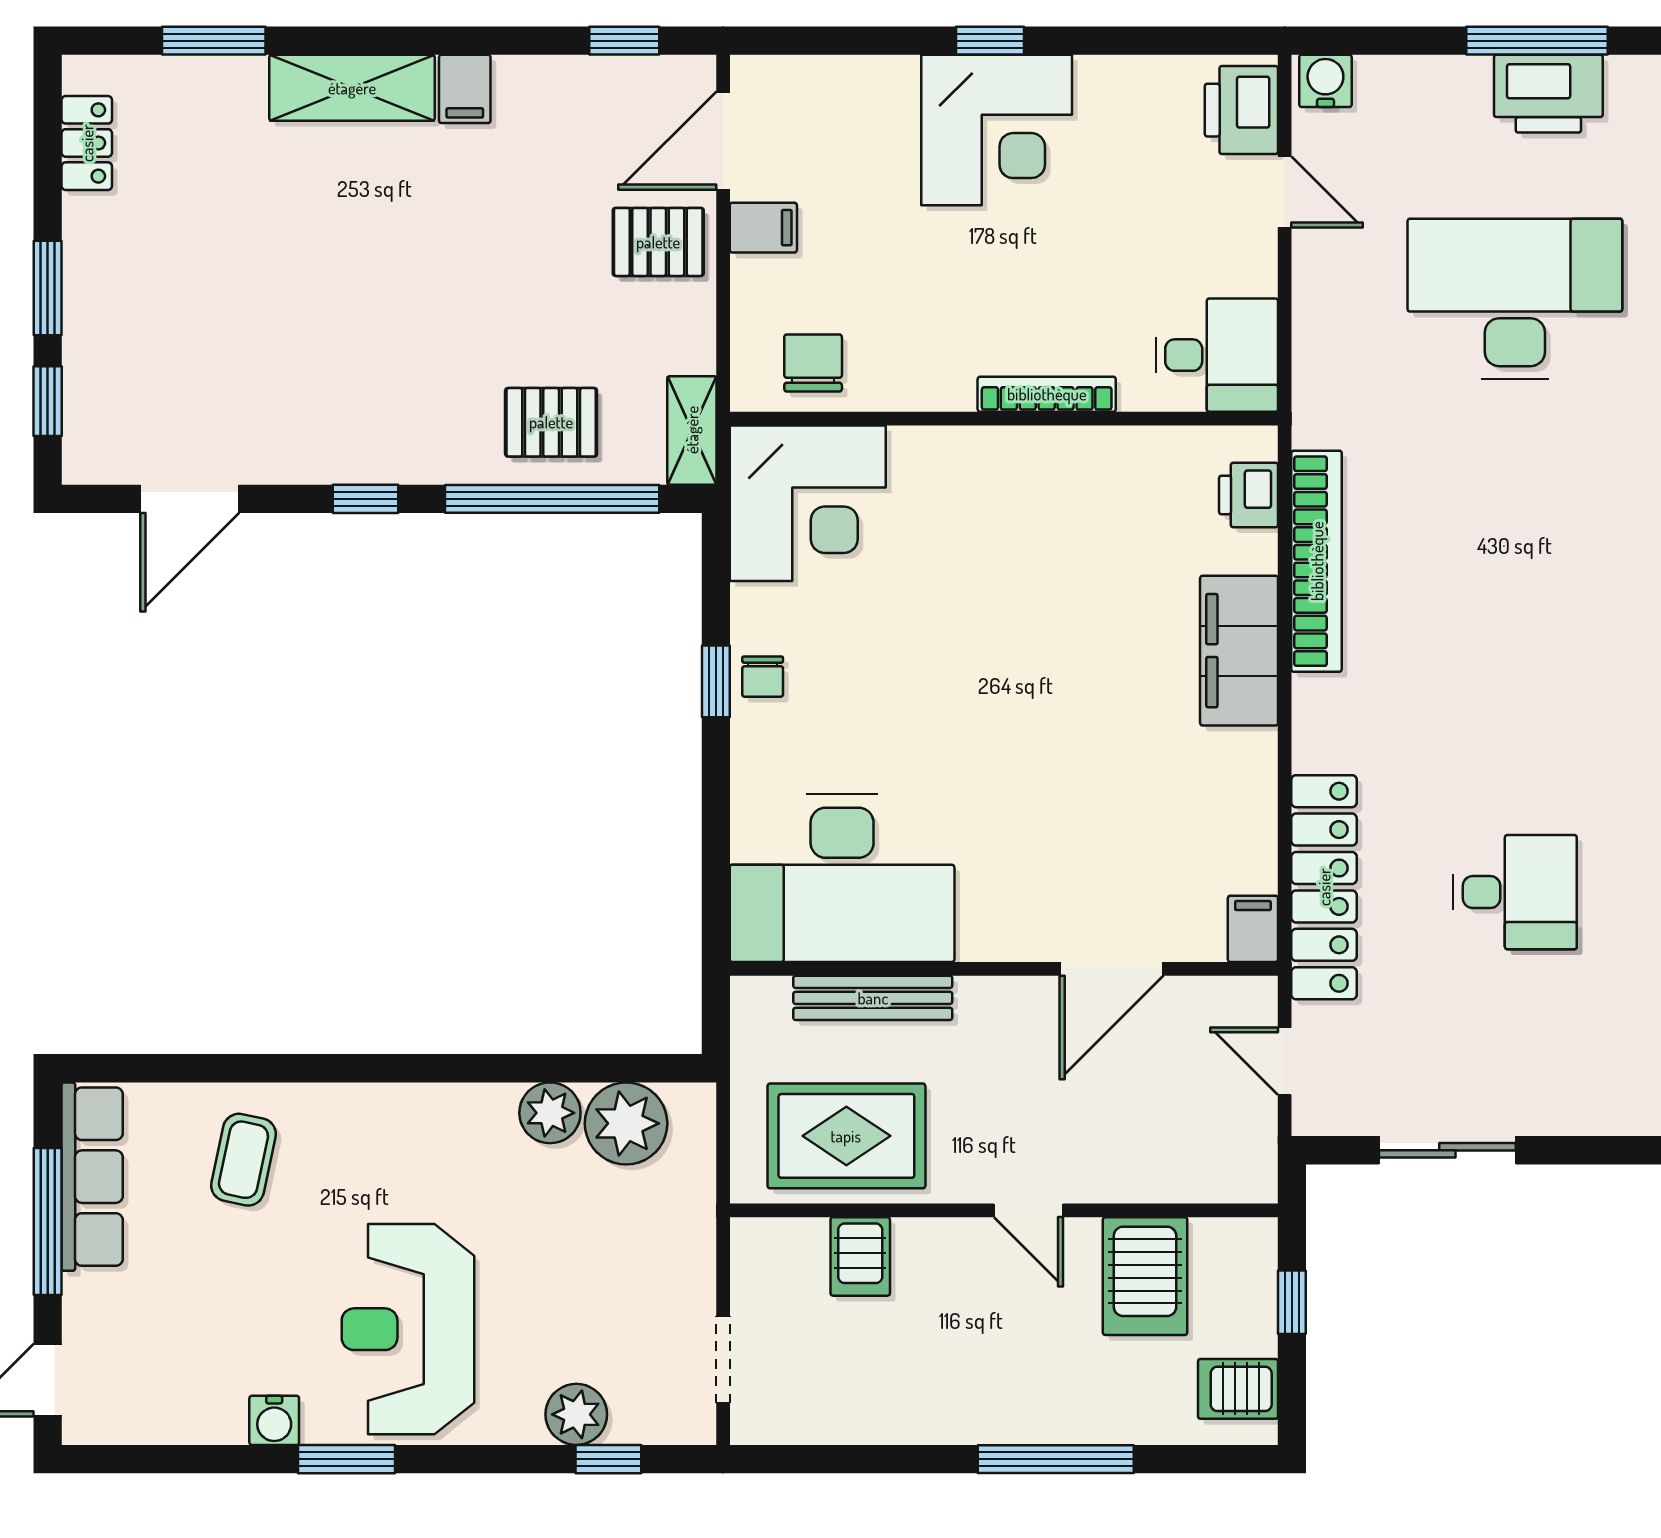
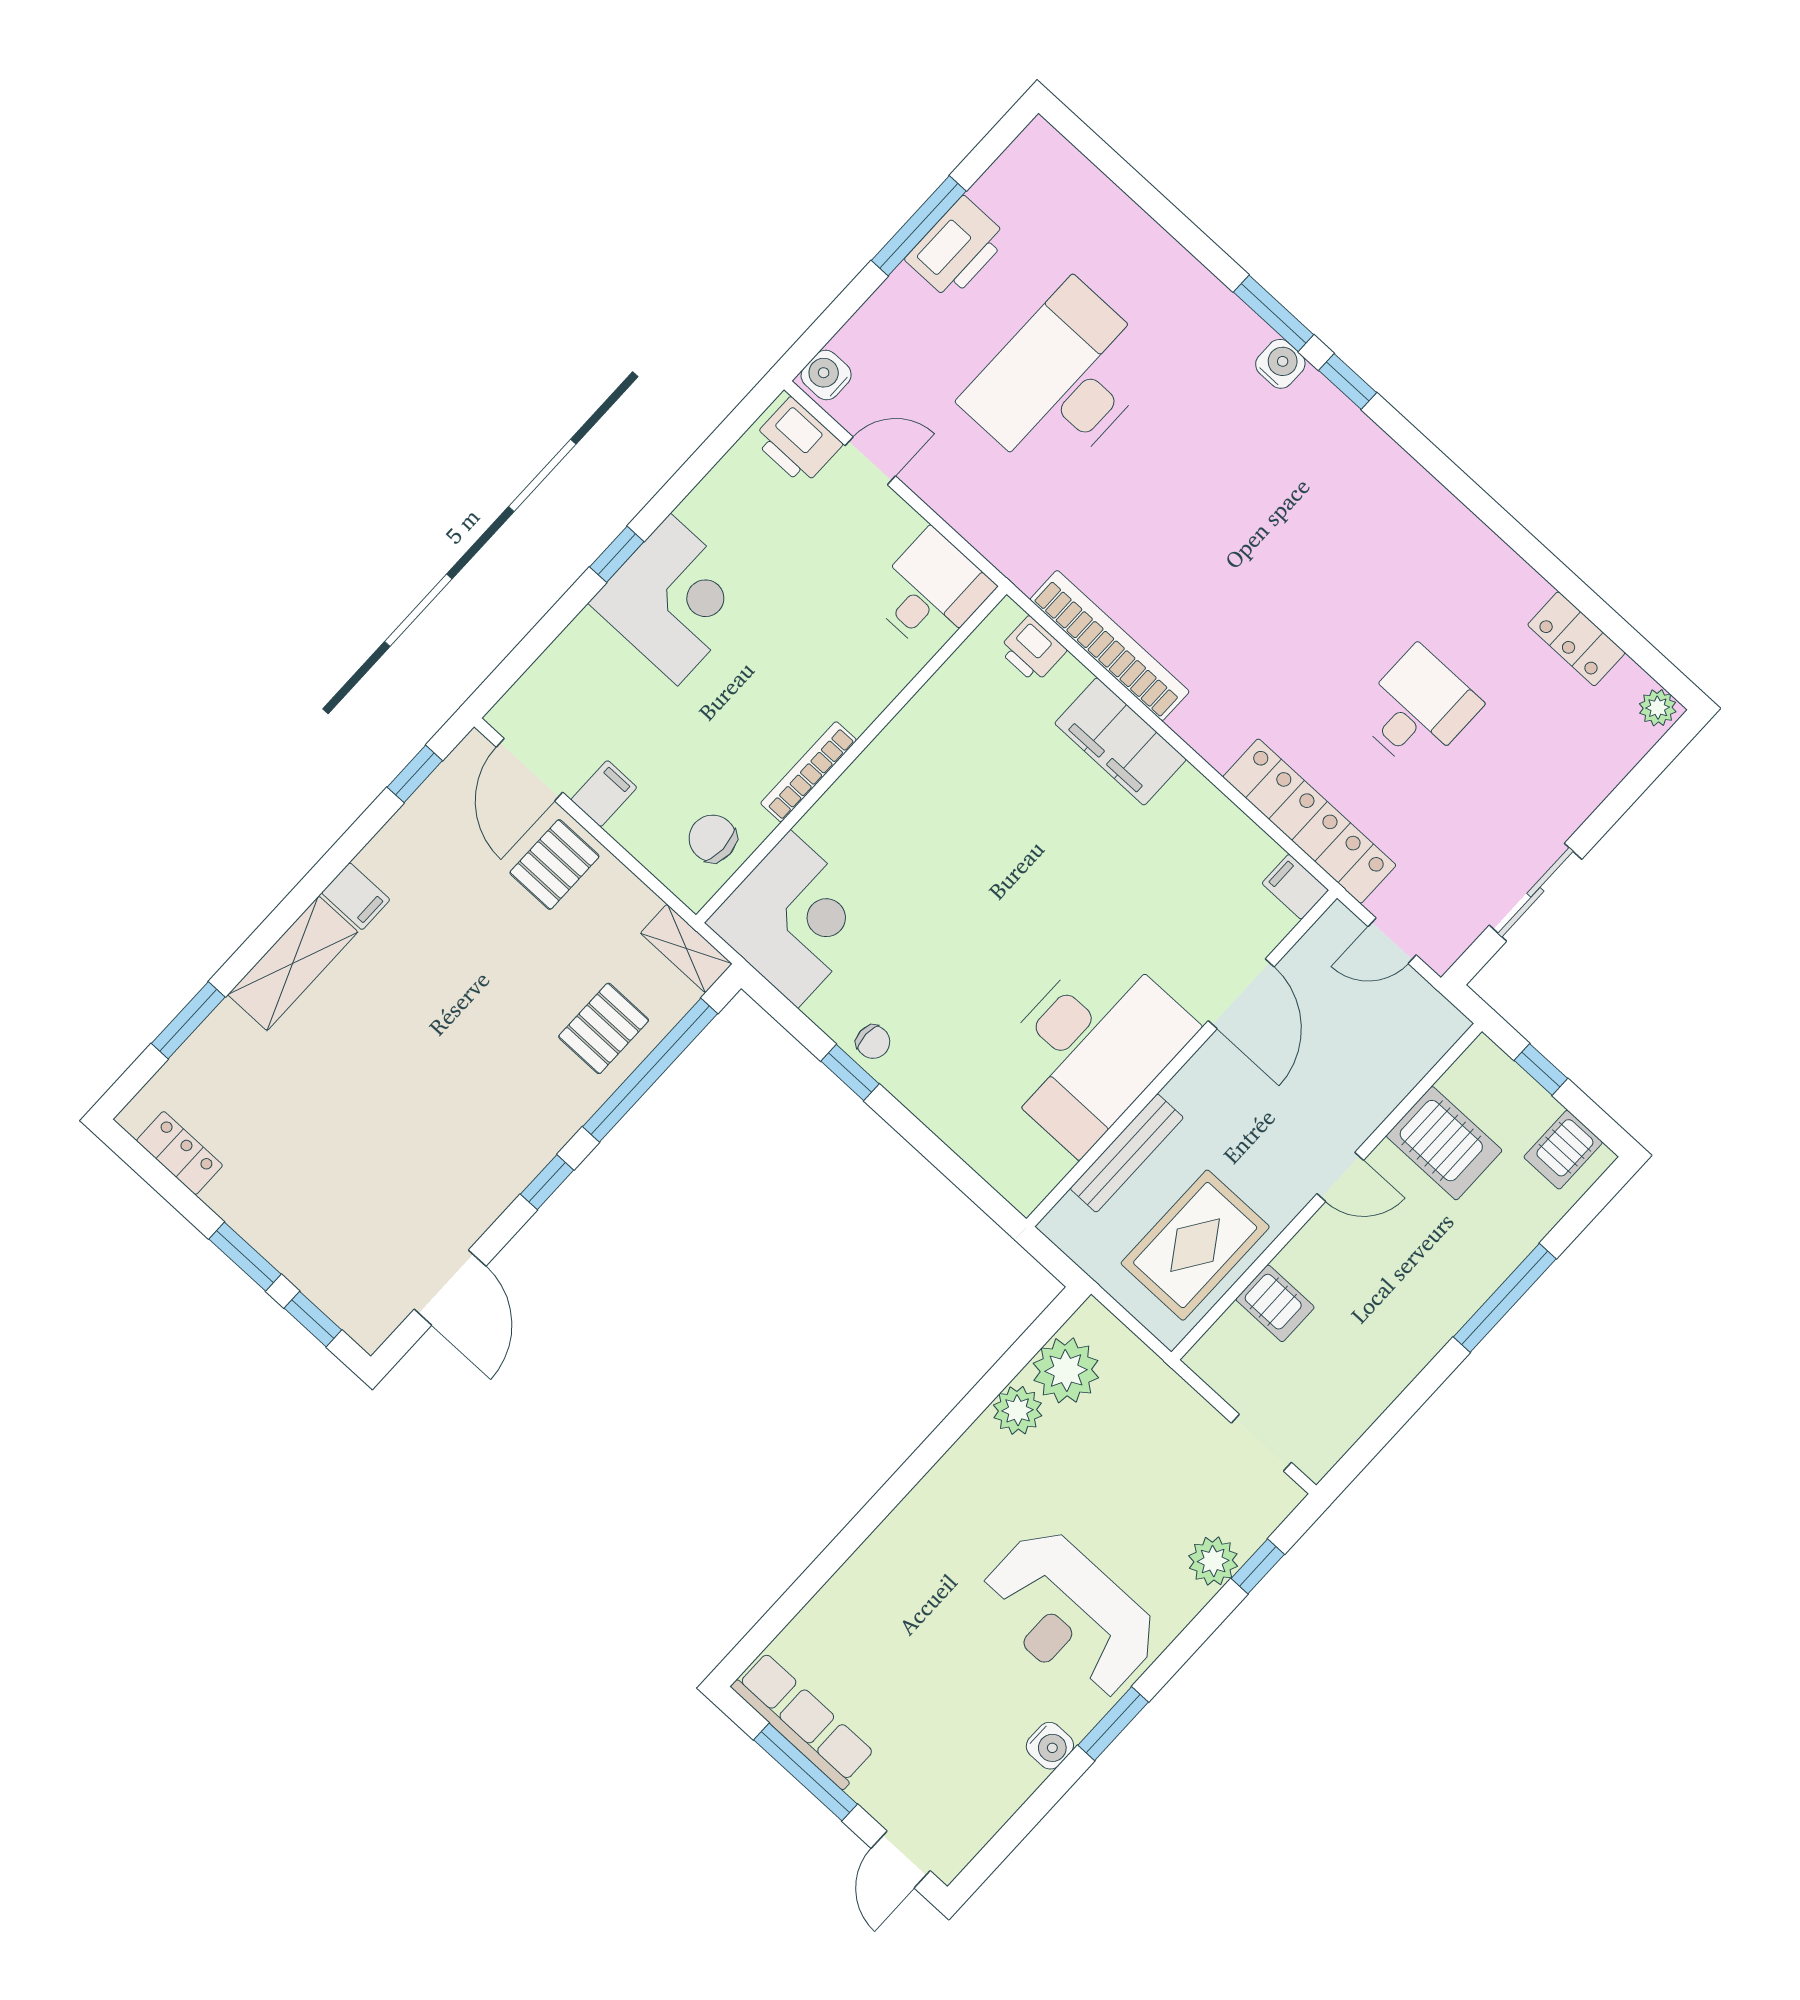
bookcase: (1047, 394) -> (809, 772), moved
desk: (842, 878) -> (1091, 1048), moved
coffee table: (243, 1160) -> (876, 1620), removed

